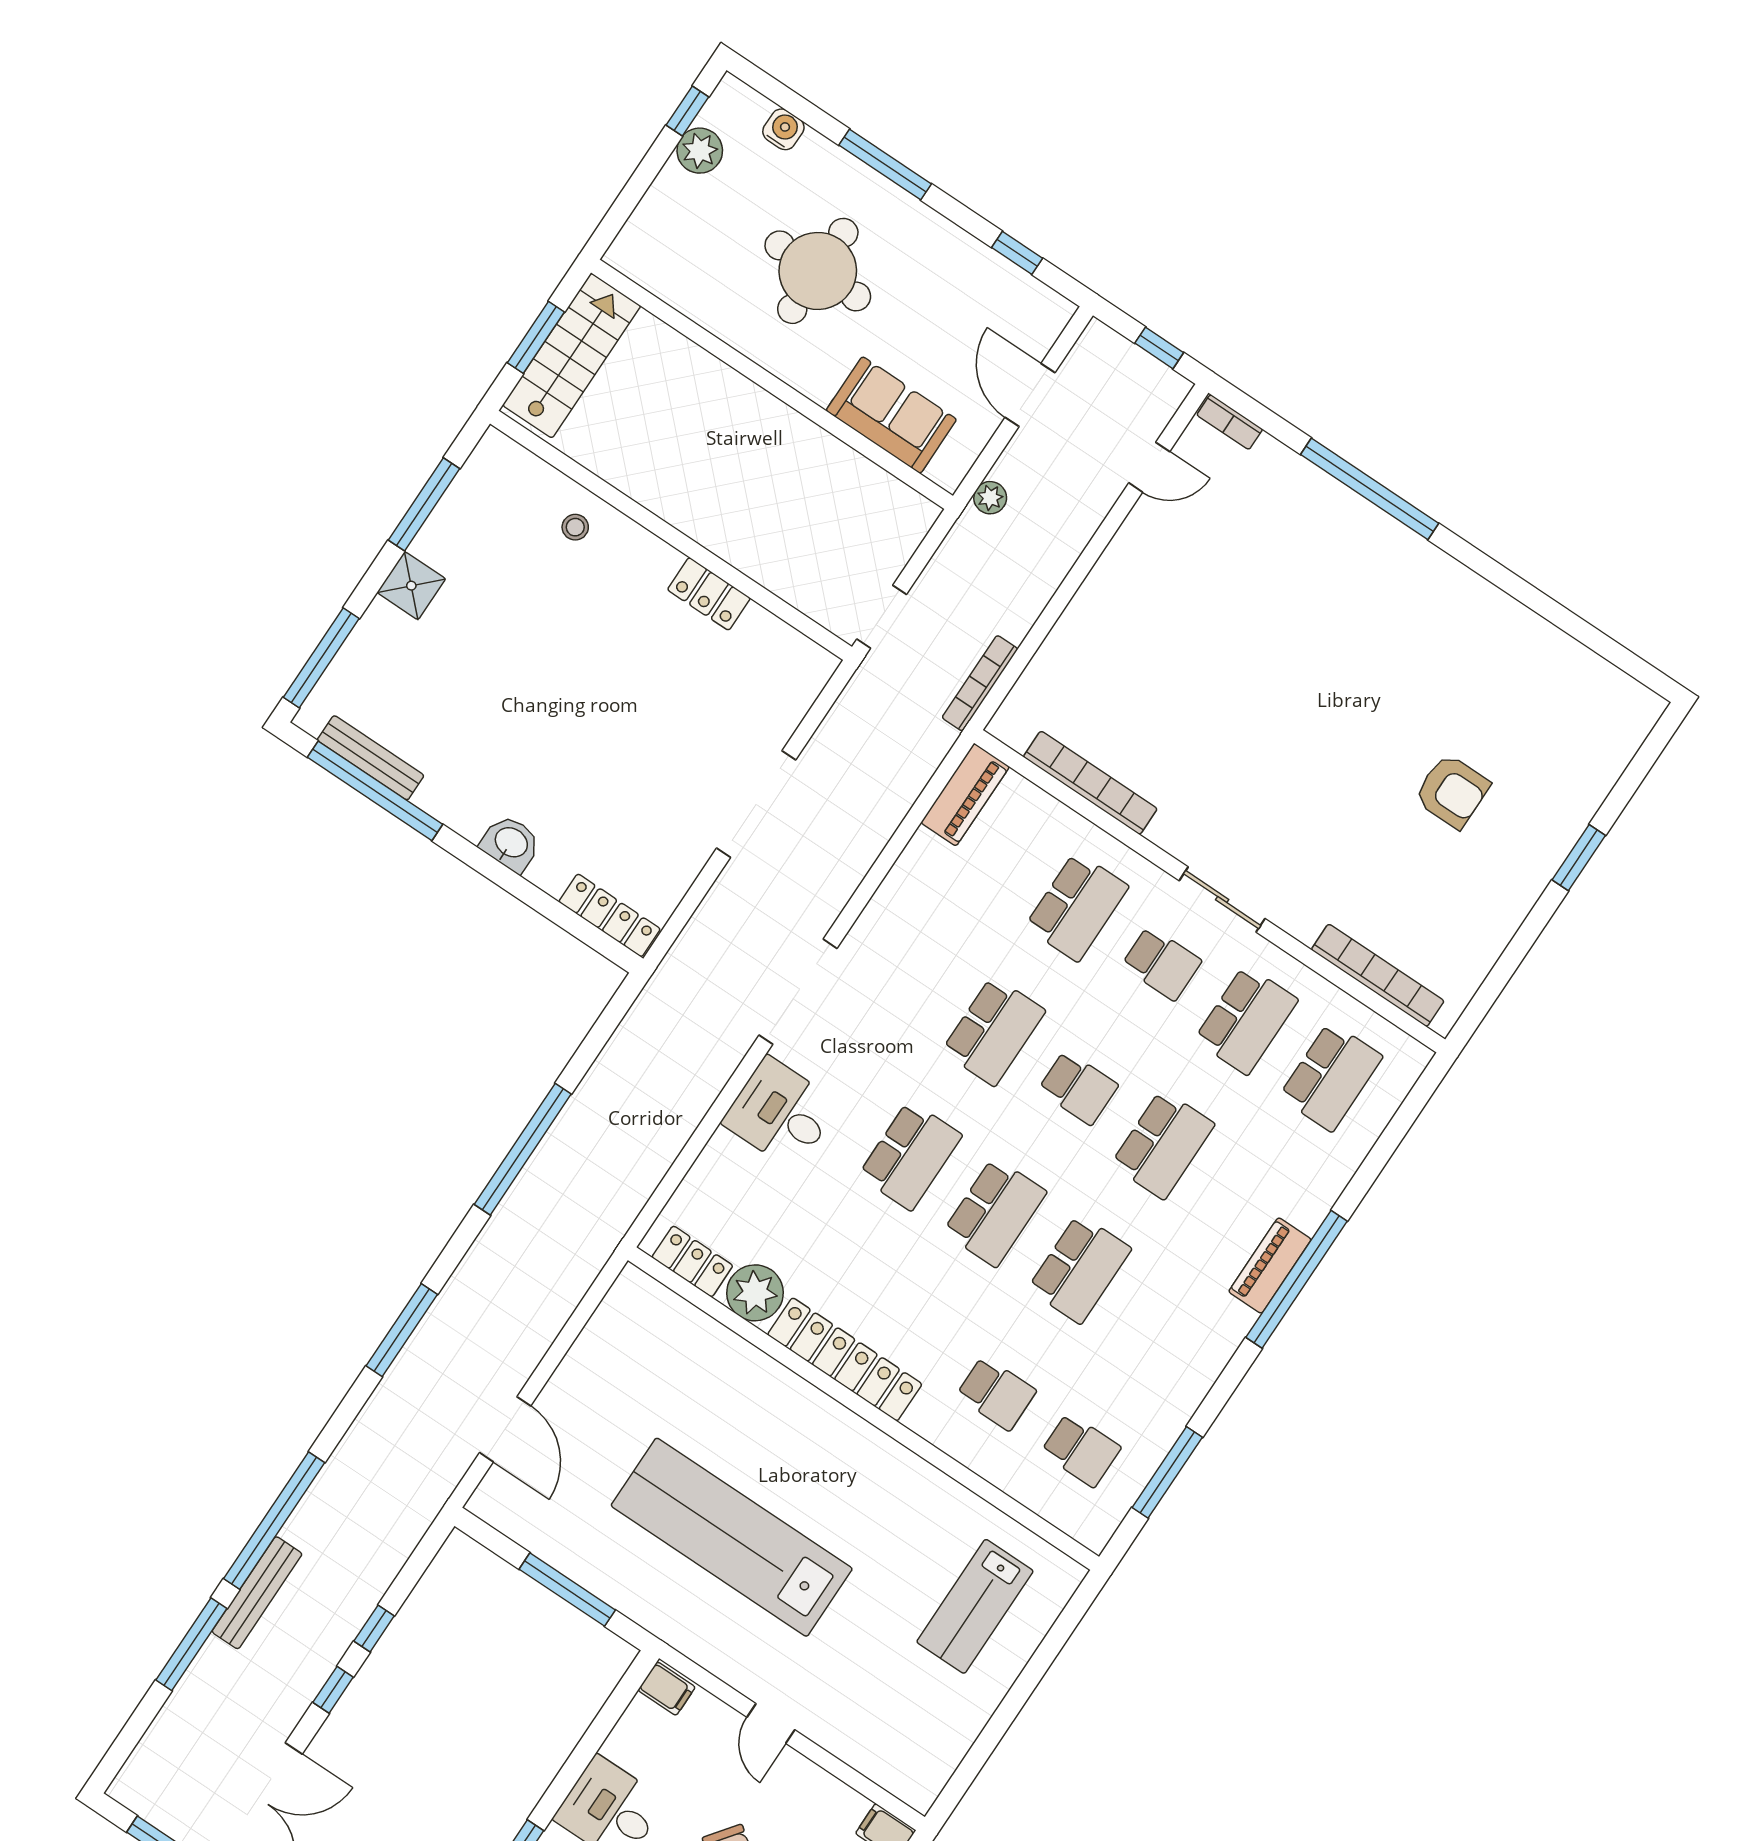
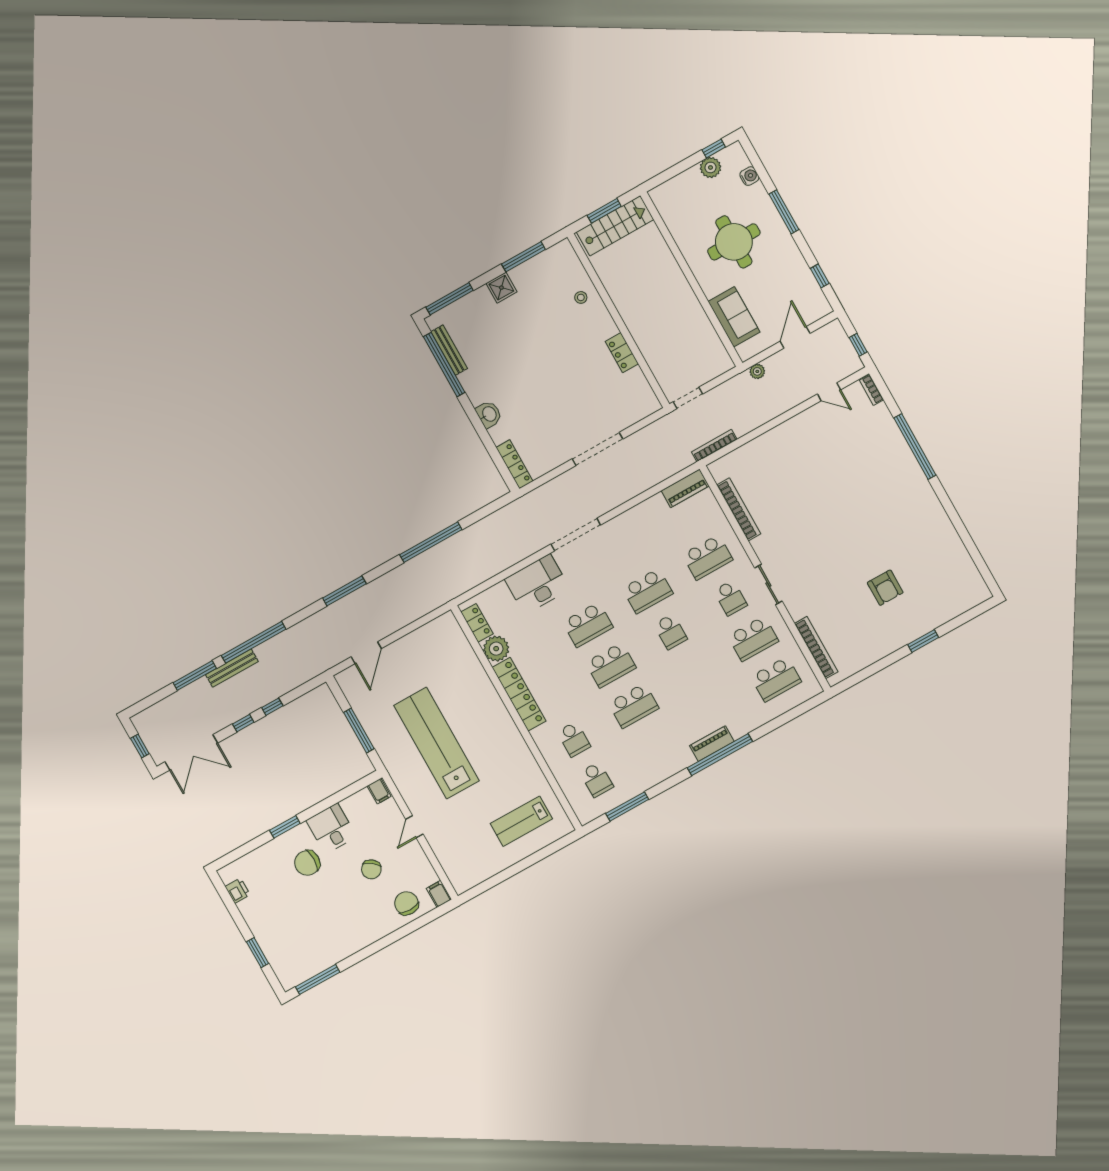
desk: (781, 1113) -> (537, 584), width x1.37
school desk: (1163, 1144) -> (693, 672), removed

